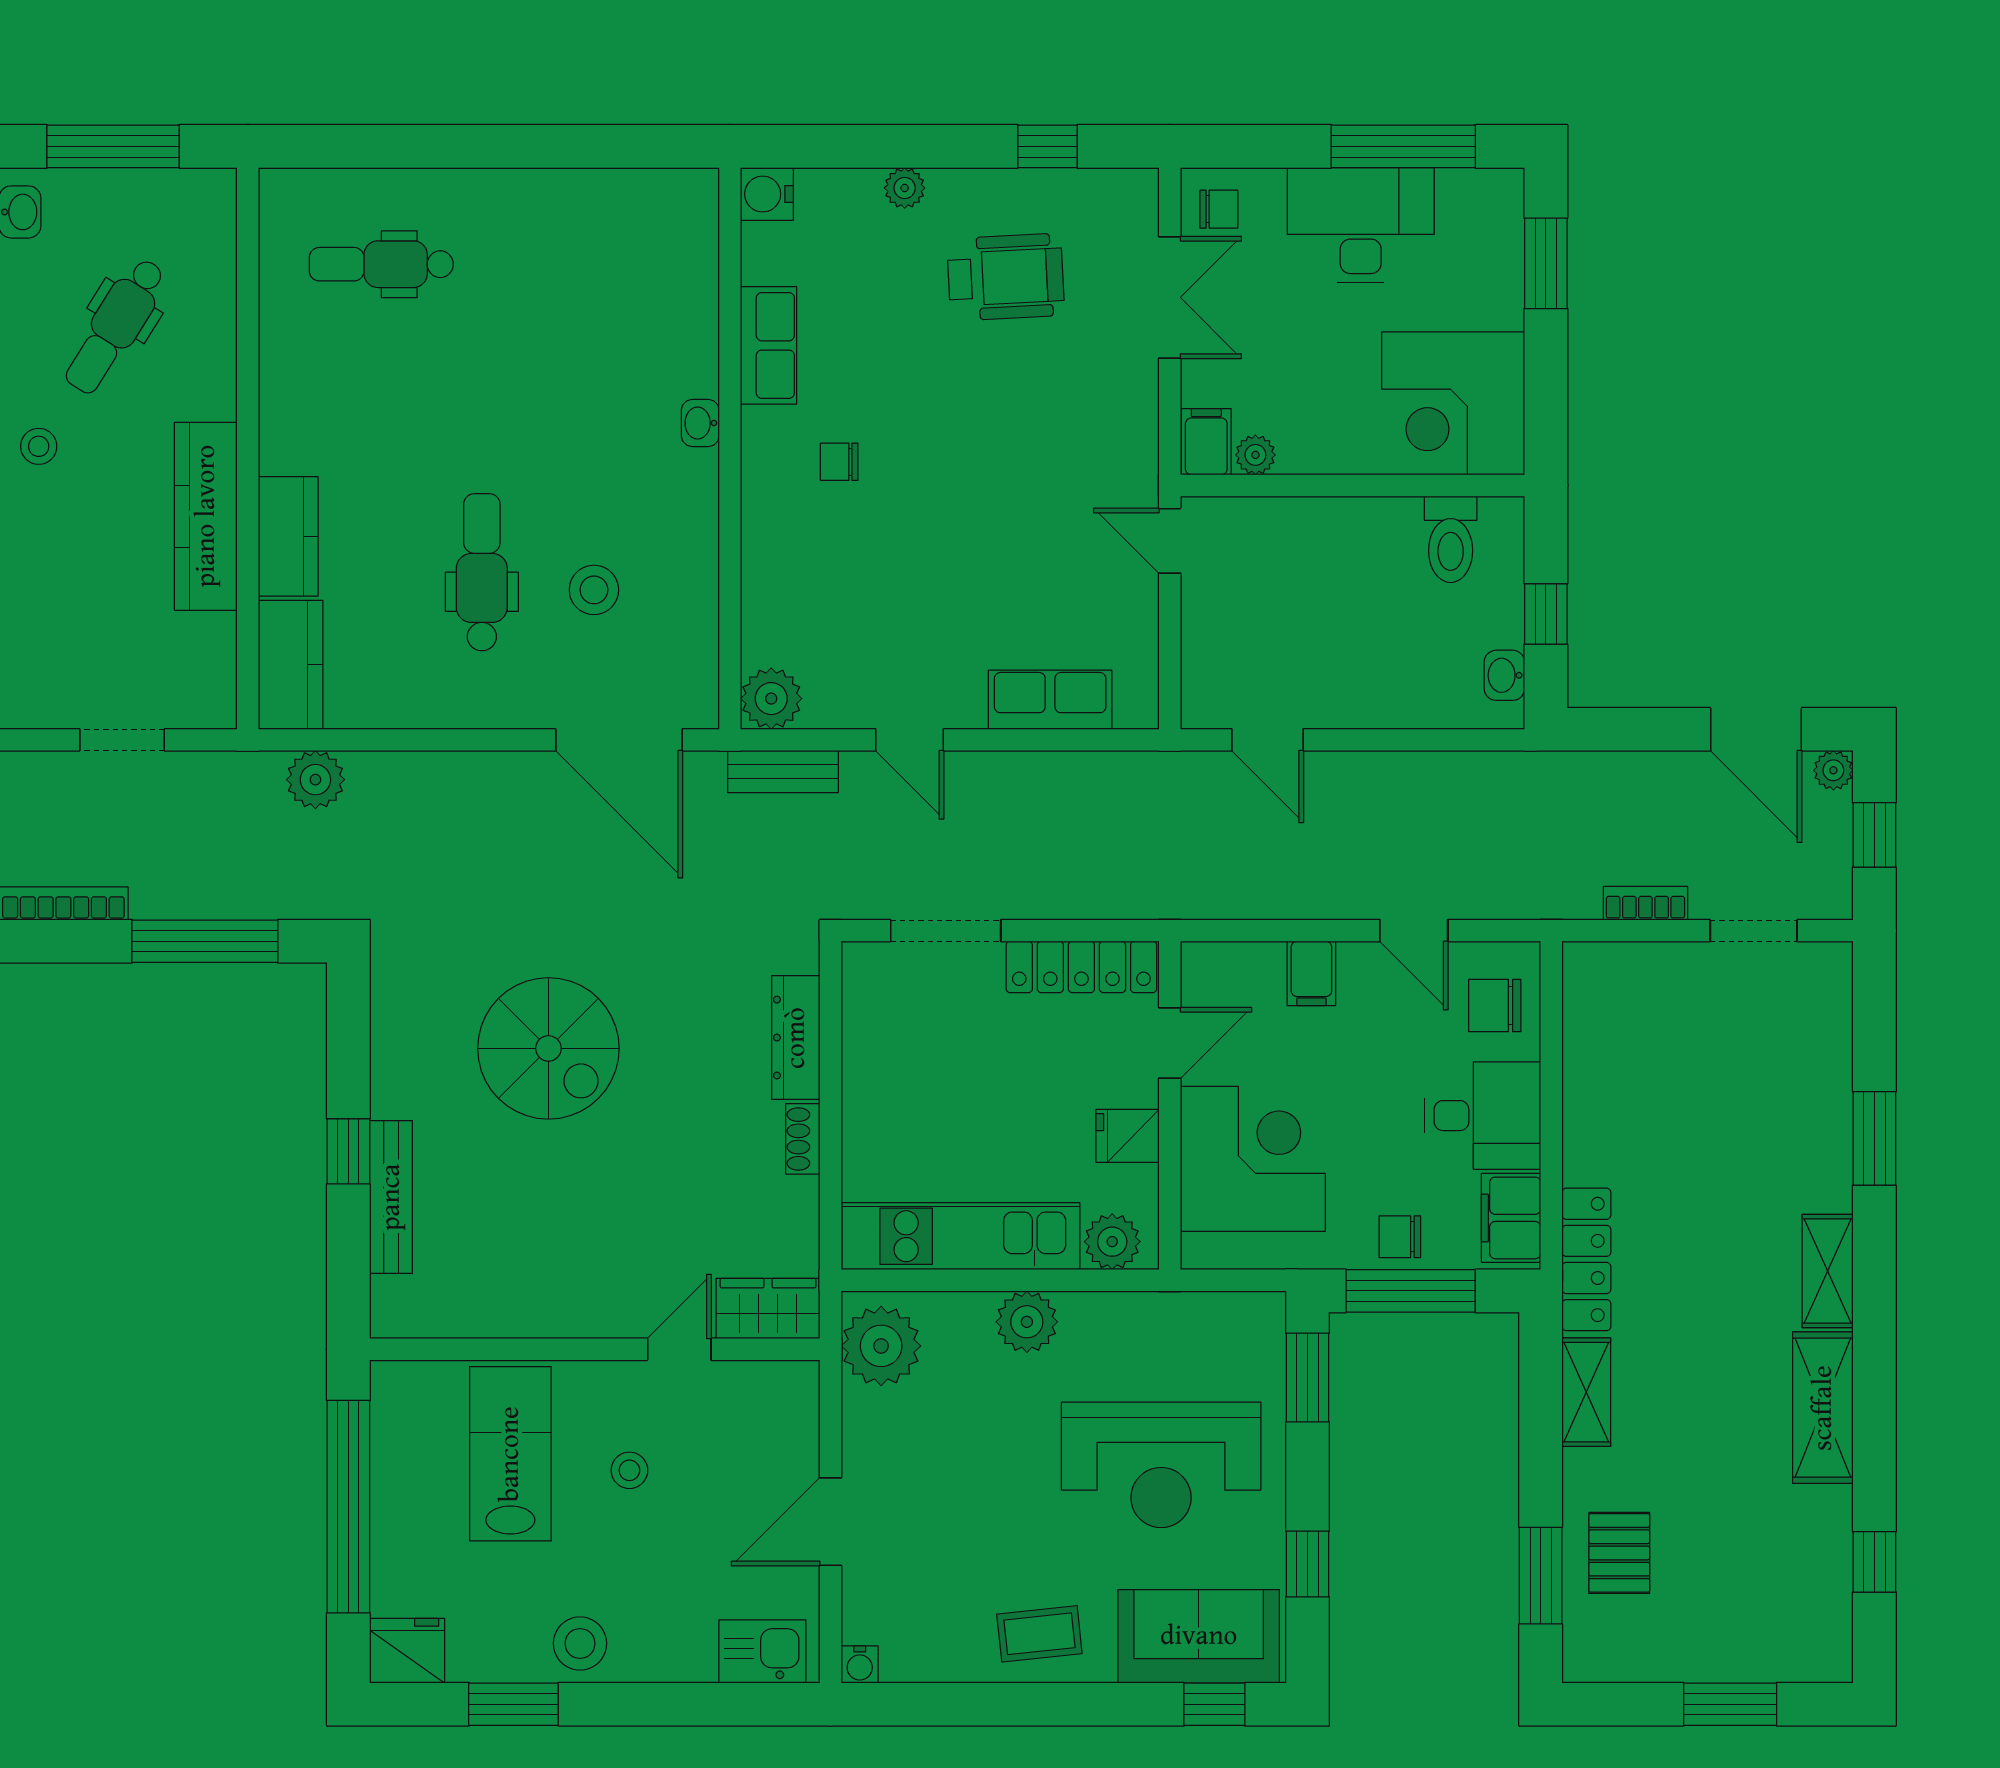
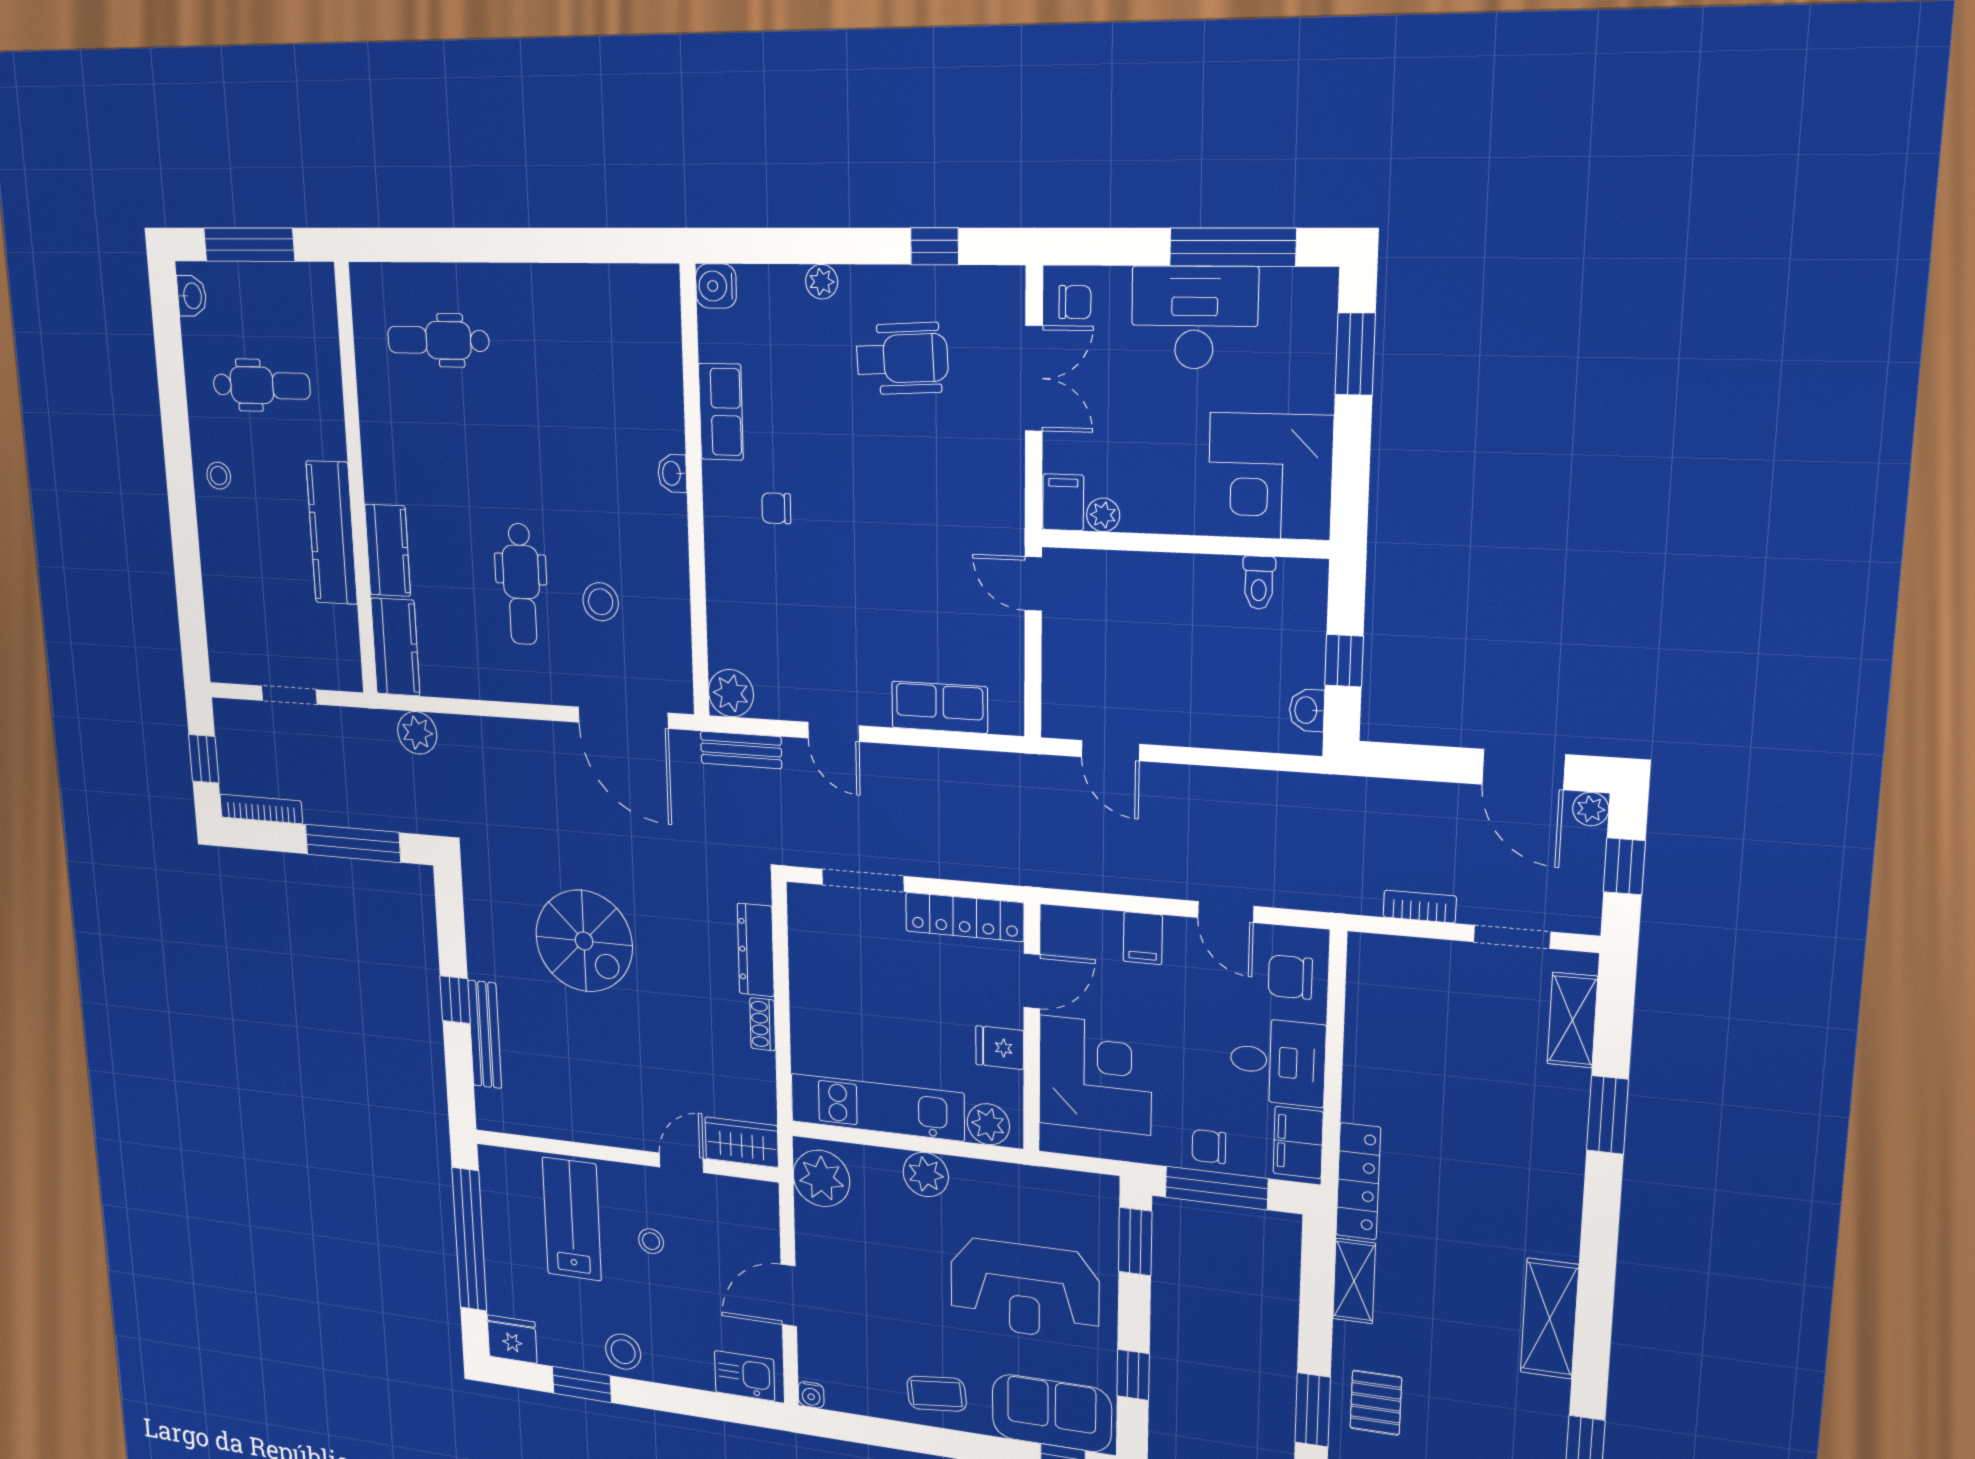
dental chair: (115, 326) -> (261, 385), turned -122
toilet: (1451, 539) -> (1259, 583), width x0.73, depth x0.72
dental chair: (482, 572) -> (521, 584), turned 180
shelving: (1828, 1271) -> (1572, 1020), moved

